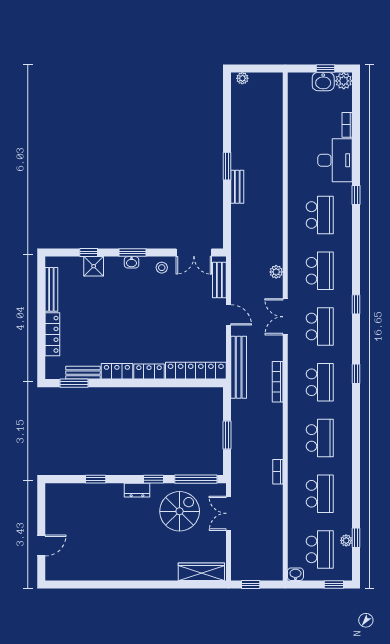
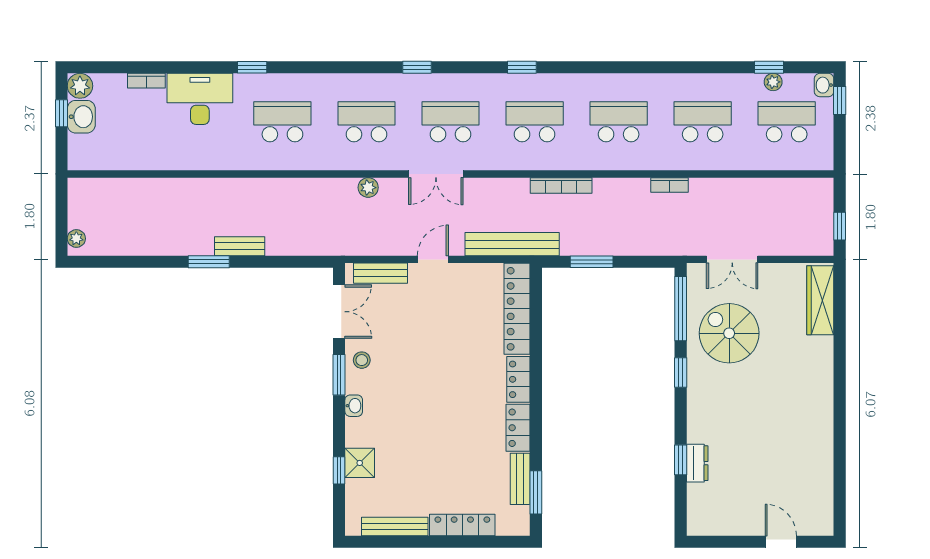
window: (132, 253) -> (339, 375), moved
bookcase: (278, 382) -> (561, 185), moved
window: (227, 435) -> (592, 262), moved
dresser: (137, 490) -> (697, 463), moved
washbasin: (295, 574) -> (824, 85), moved

